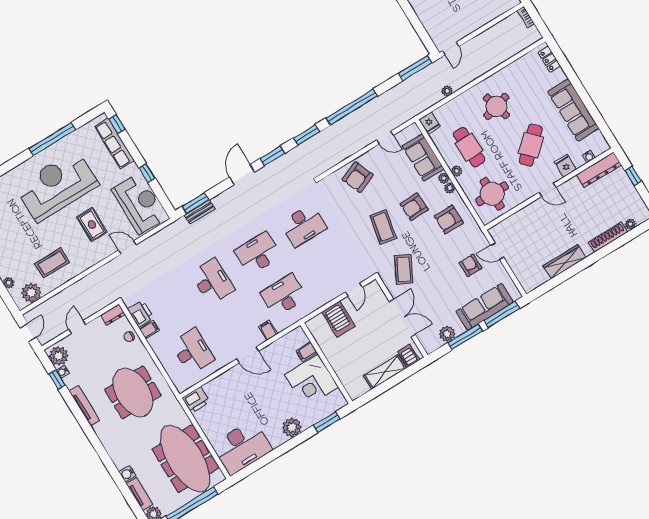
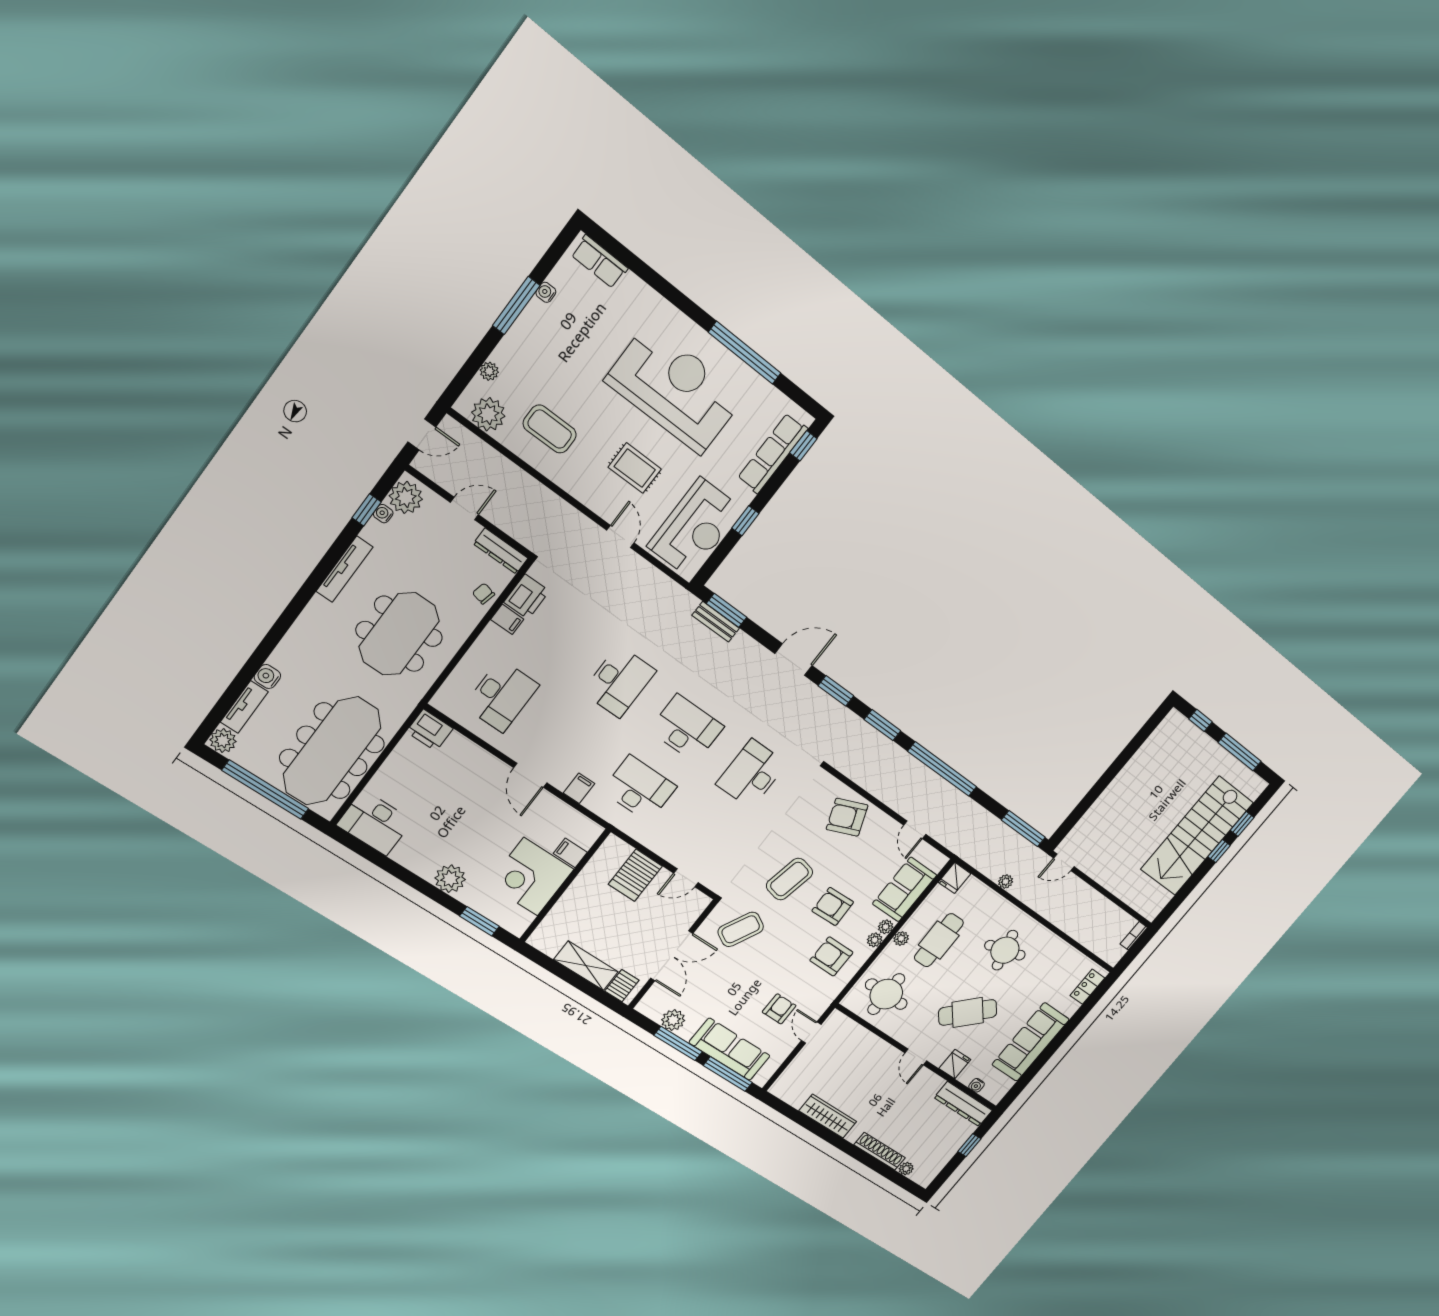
rug: (92, 224) -> (635, 468), turned 90
desk: (303, 225) -> (752, 774), turned 90
dresser: (113, 315) -> (501, 551), width x1.44
desk: (242, 447) -> (375, 823), width x0.73, depth x0.77

